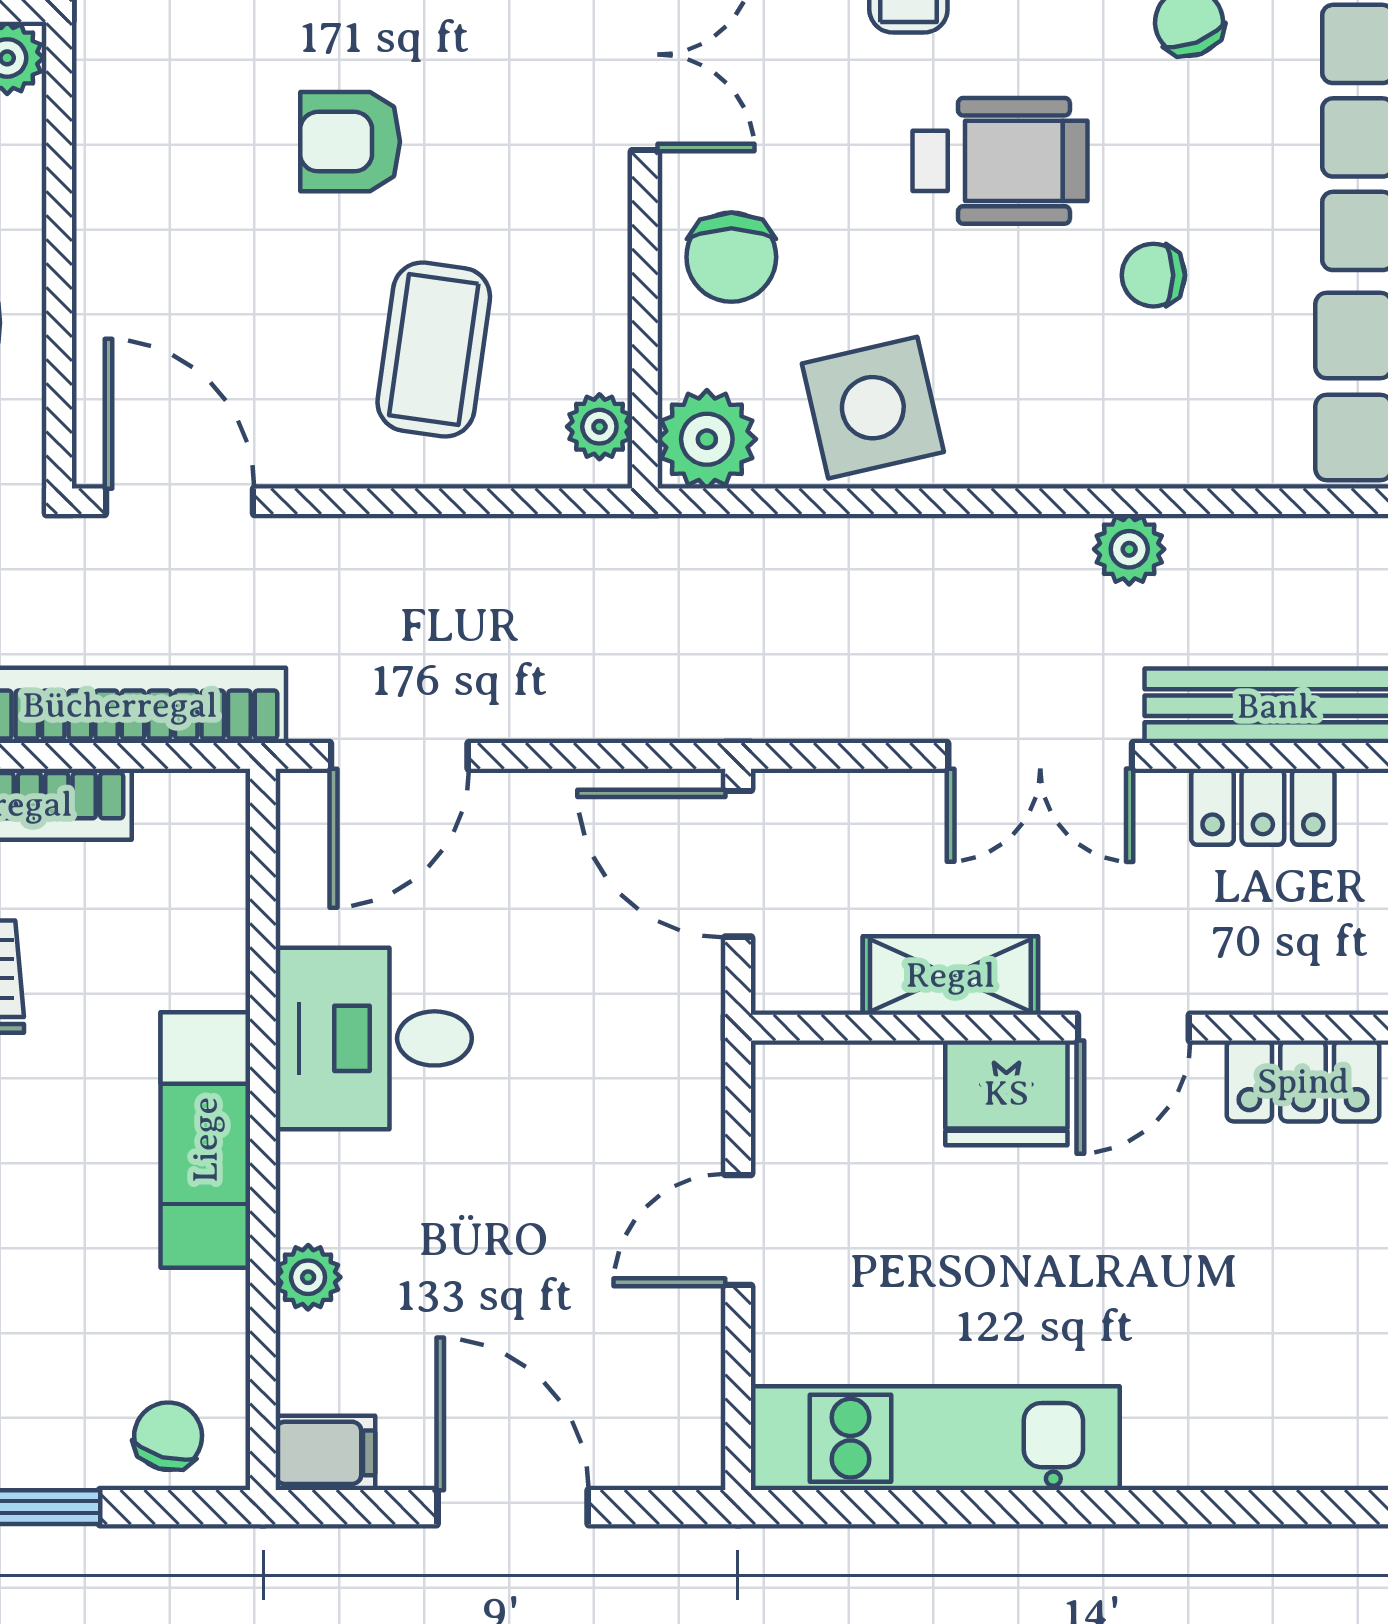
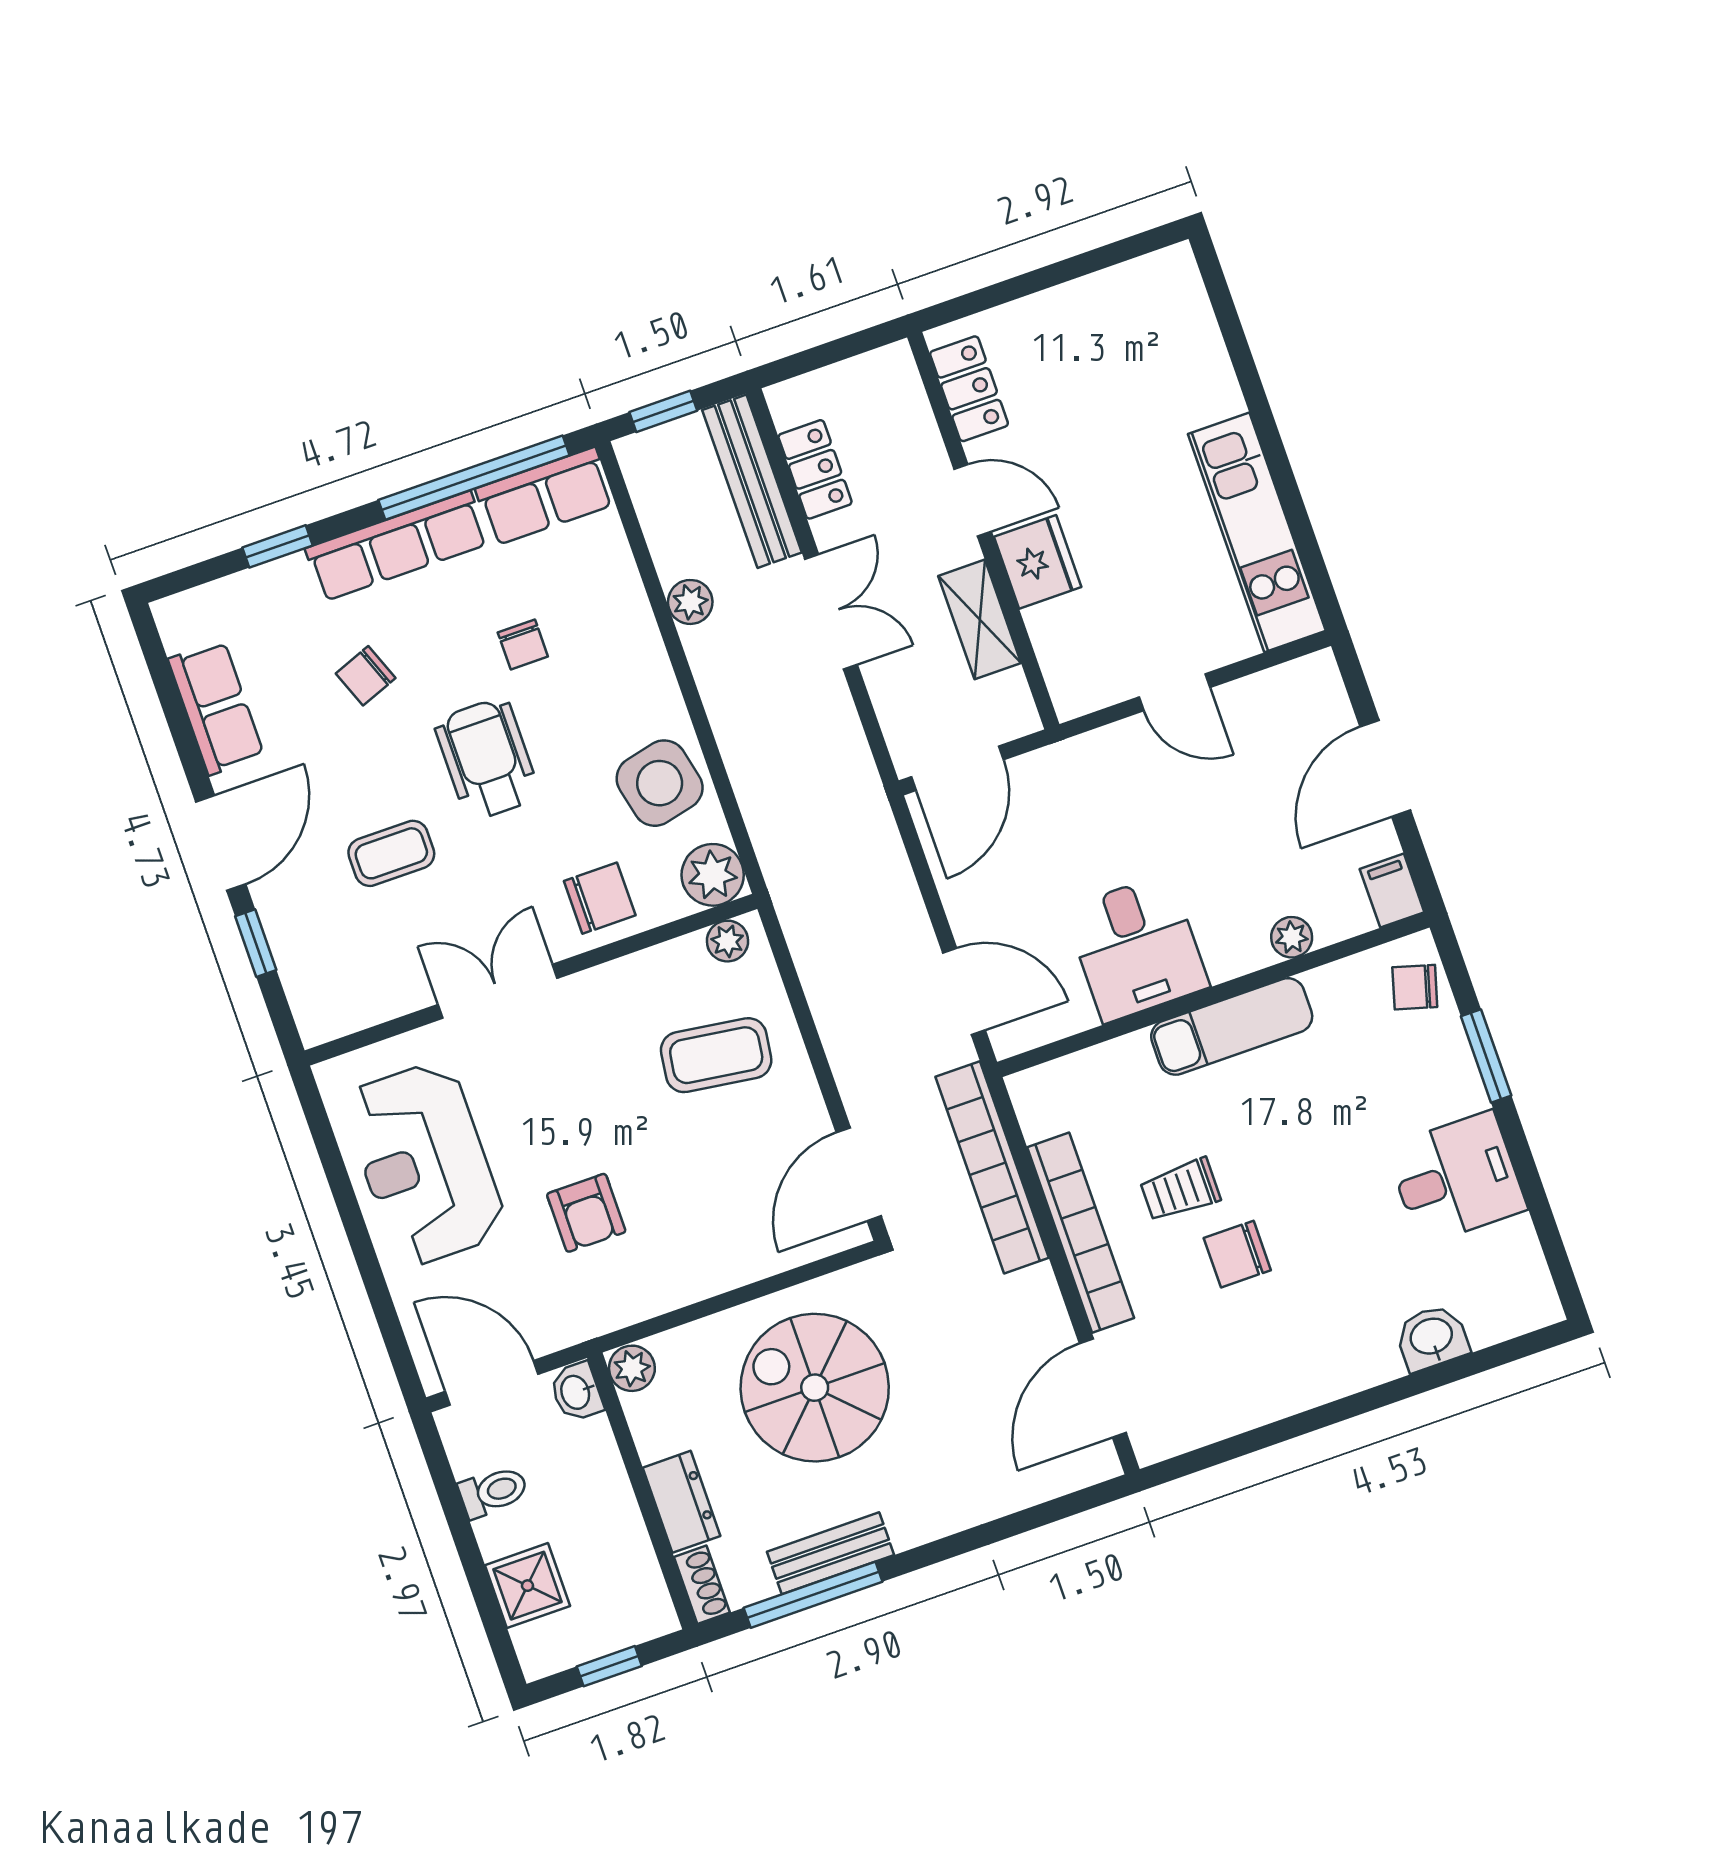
armchair: (350, 142) -> (586, 1213), moved

